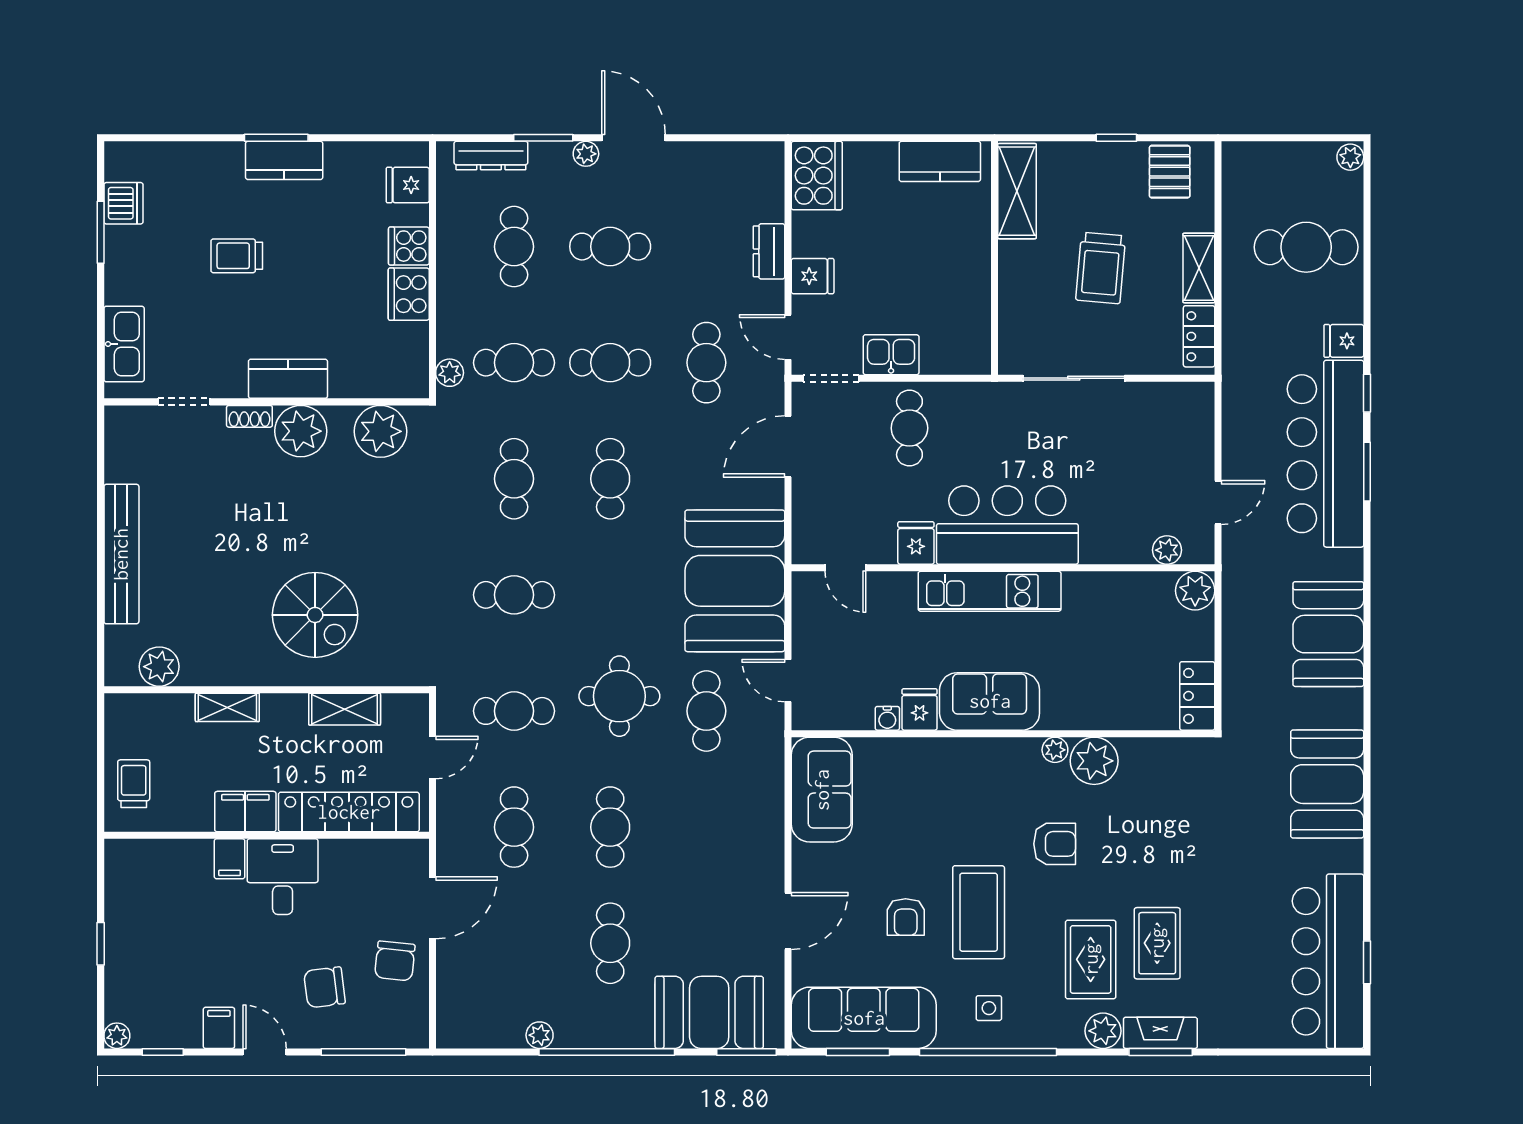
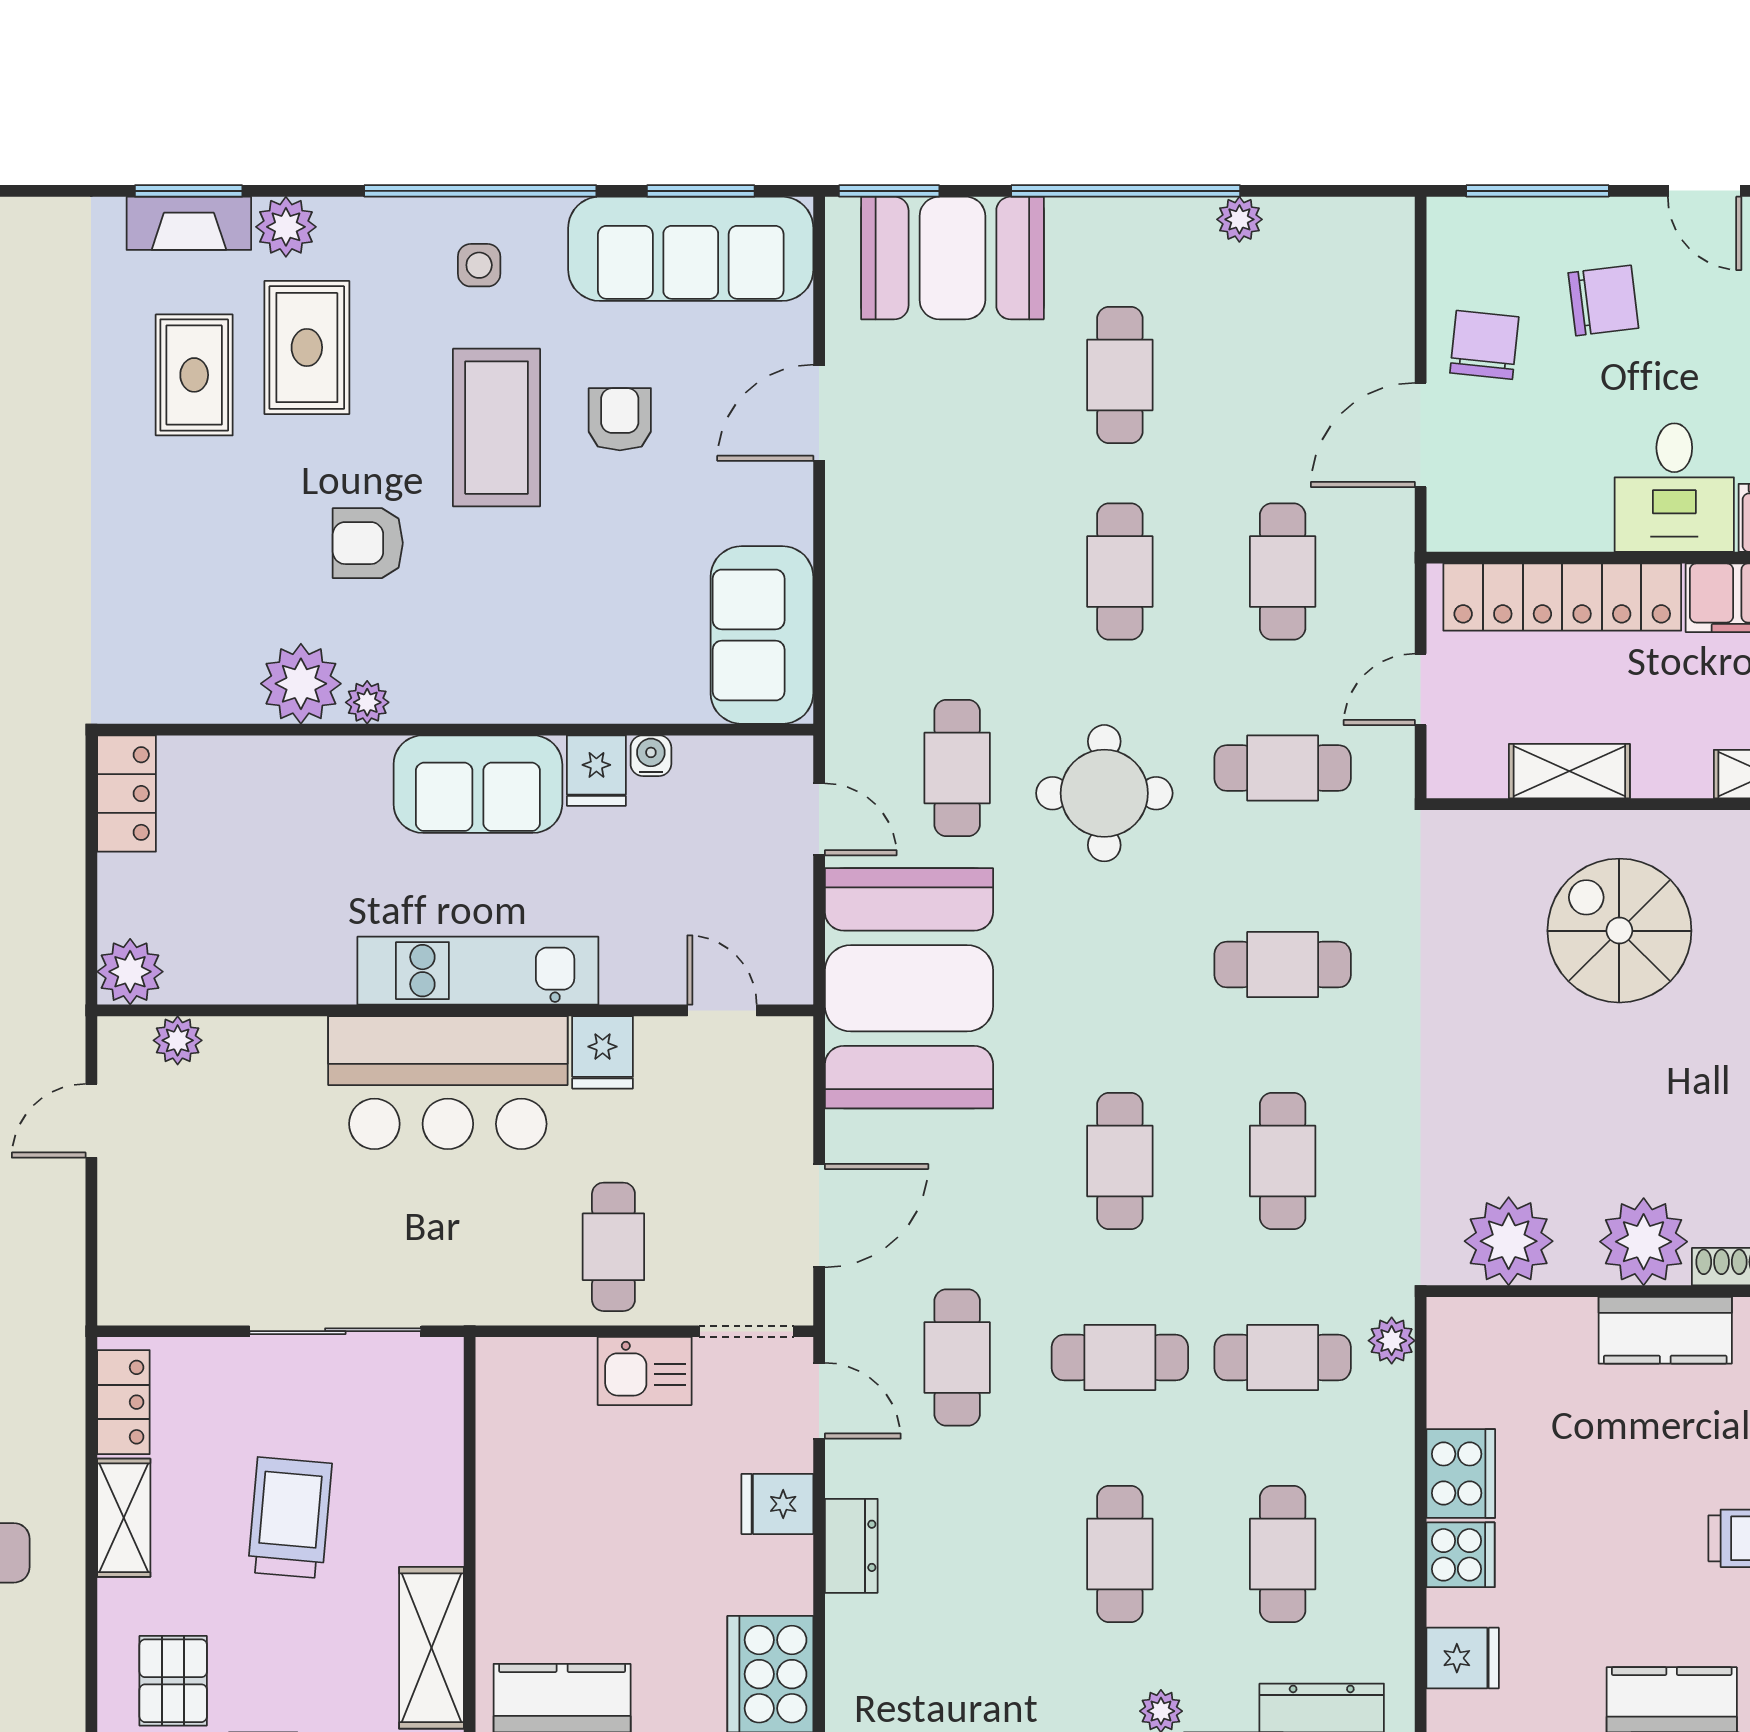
cafe table: (610, 247) -> (1120, 1554), turned 90

